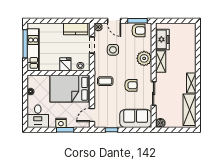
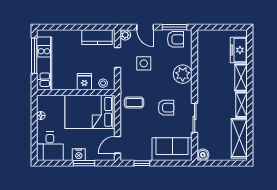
freezer: (162, 39) -> (239, 50), moved, turned 180
shelving: (161, 62) -> (241, 78), moved

